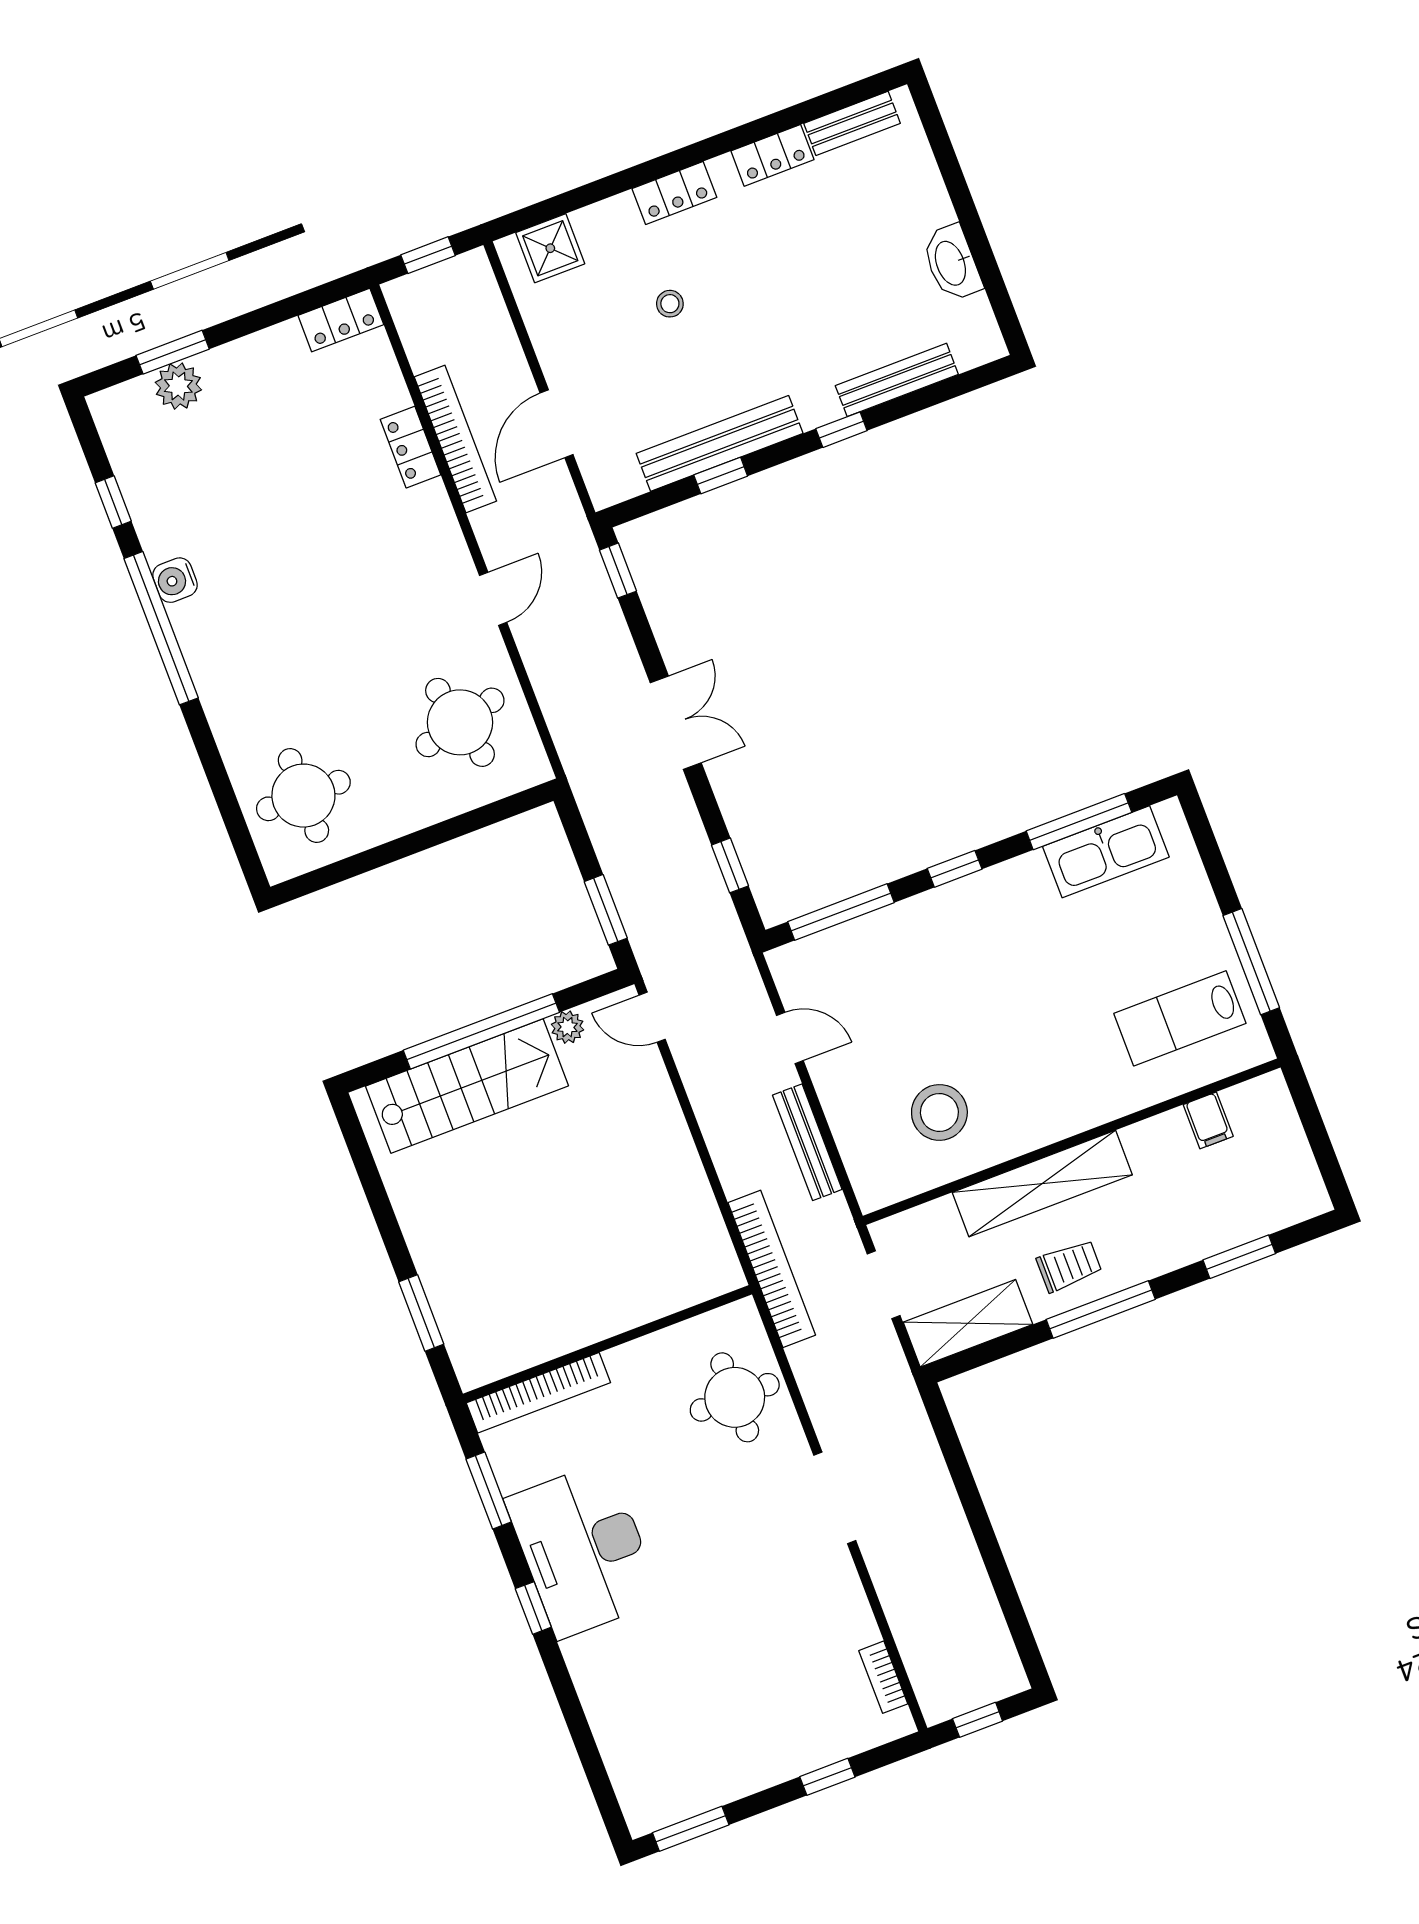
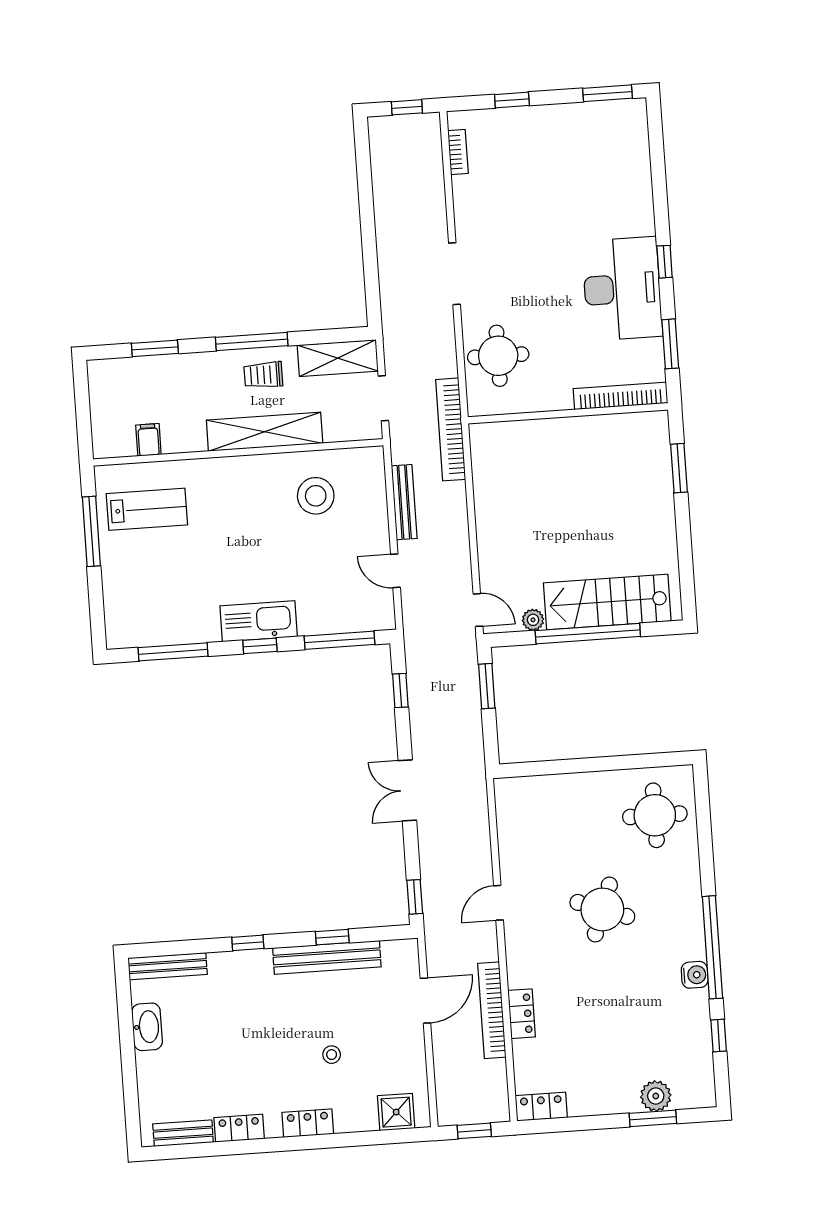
bench: (897, 380) -> (168, 966), moved
round table: (460, 722) -> (602, 909), moved, turned 34
kitchen sink: (1106, 852) -> (259, 621), moved

